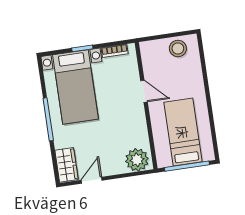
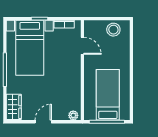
door: (144, 91) -> (82, 46), moved
plant: (137, 160) -> (73, 115), width x0.53, depth x0.53
door: (92, 180) -> (43, 122), moved

